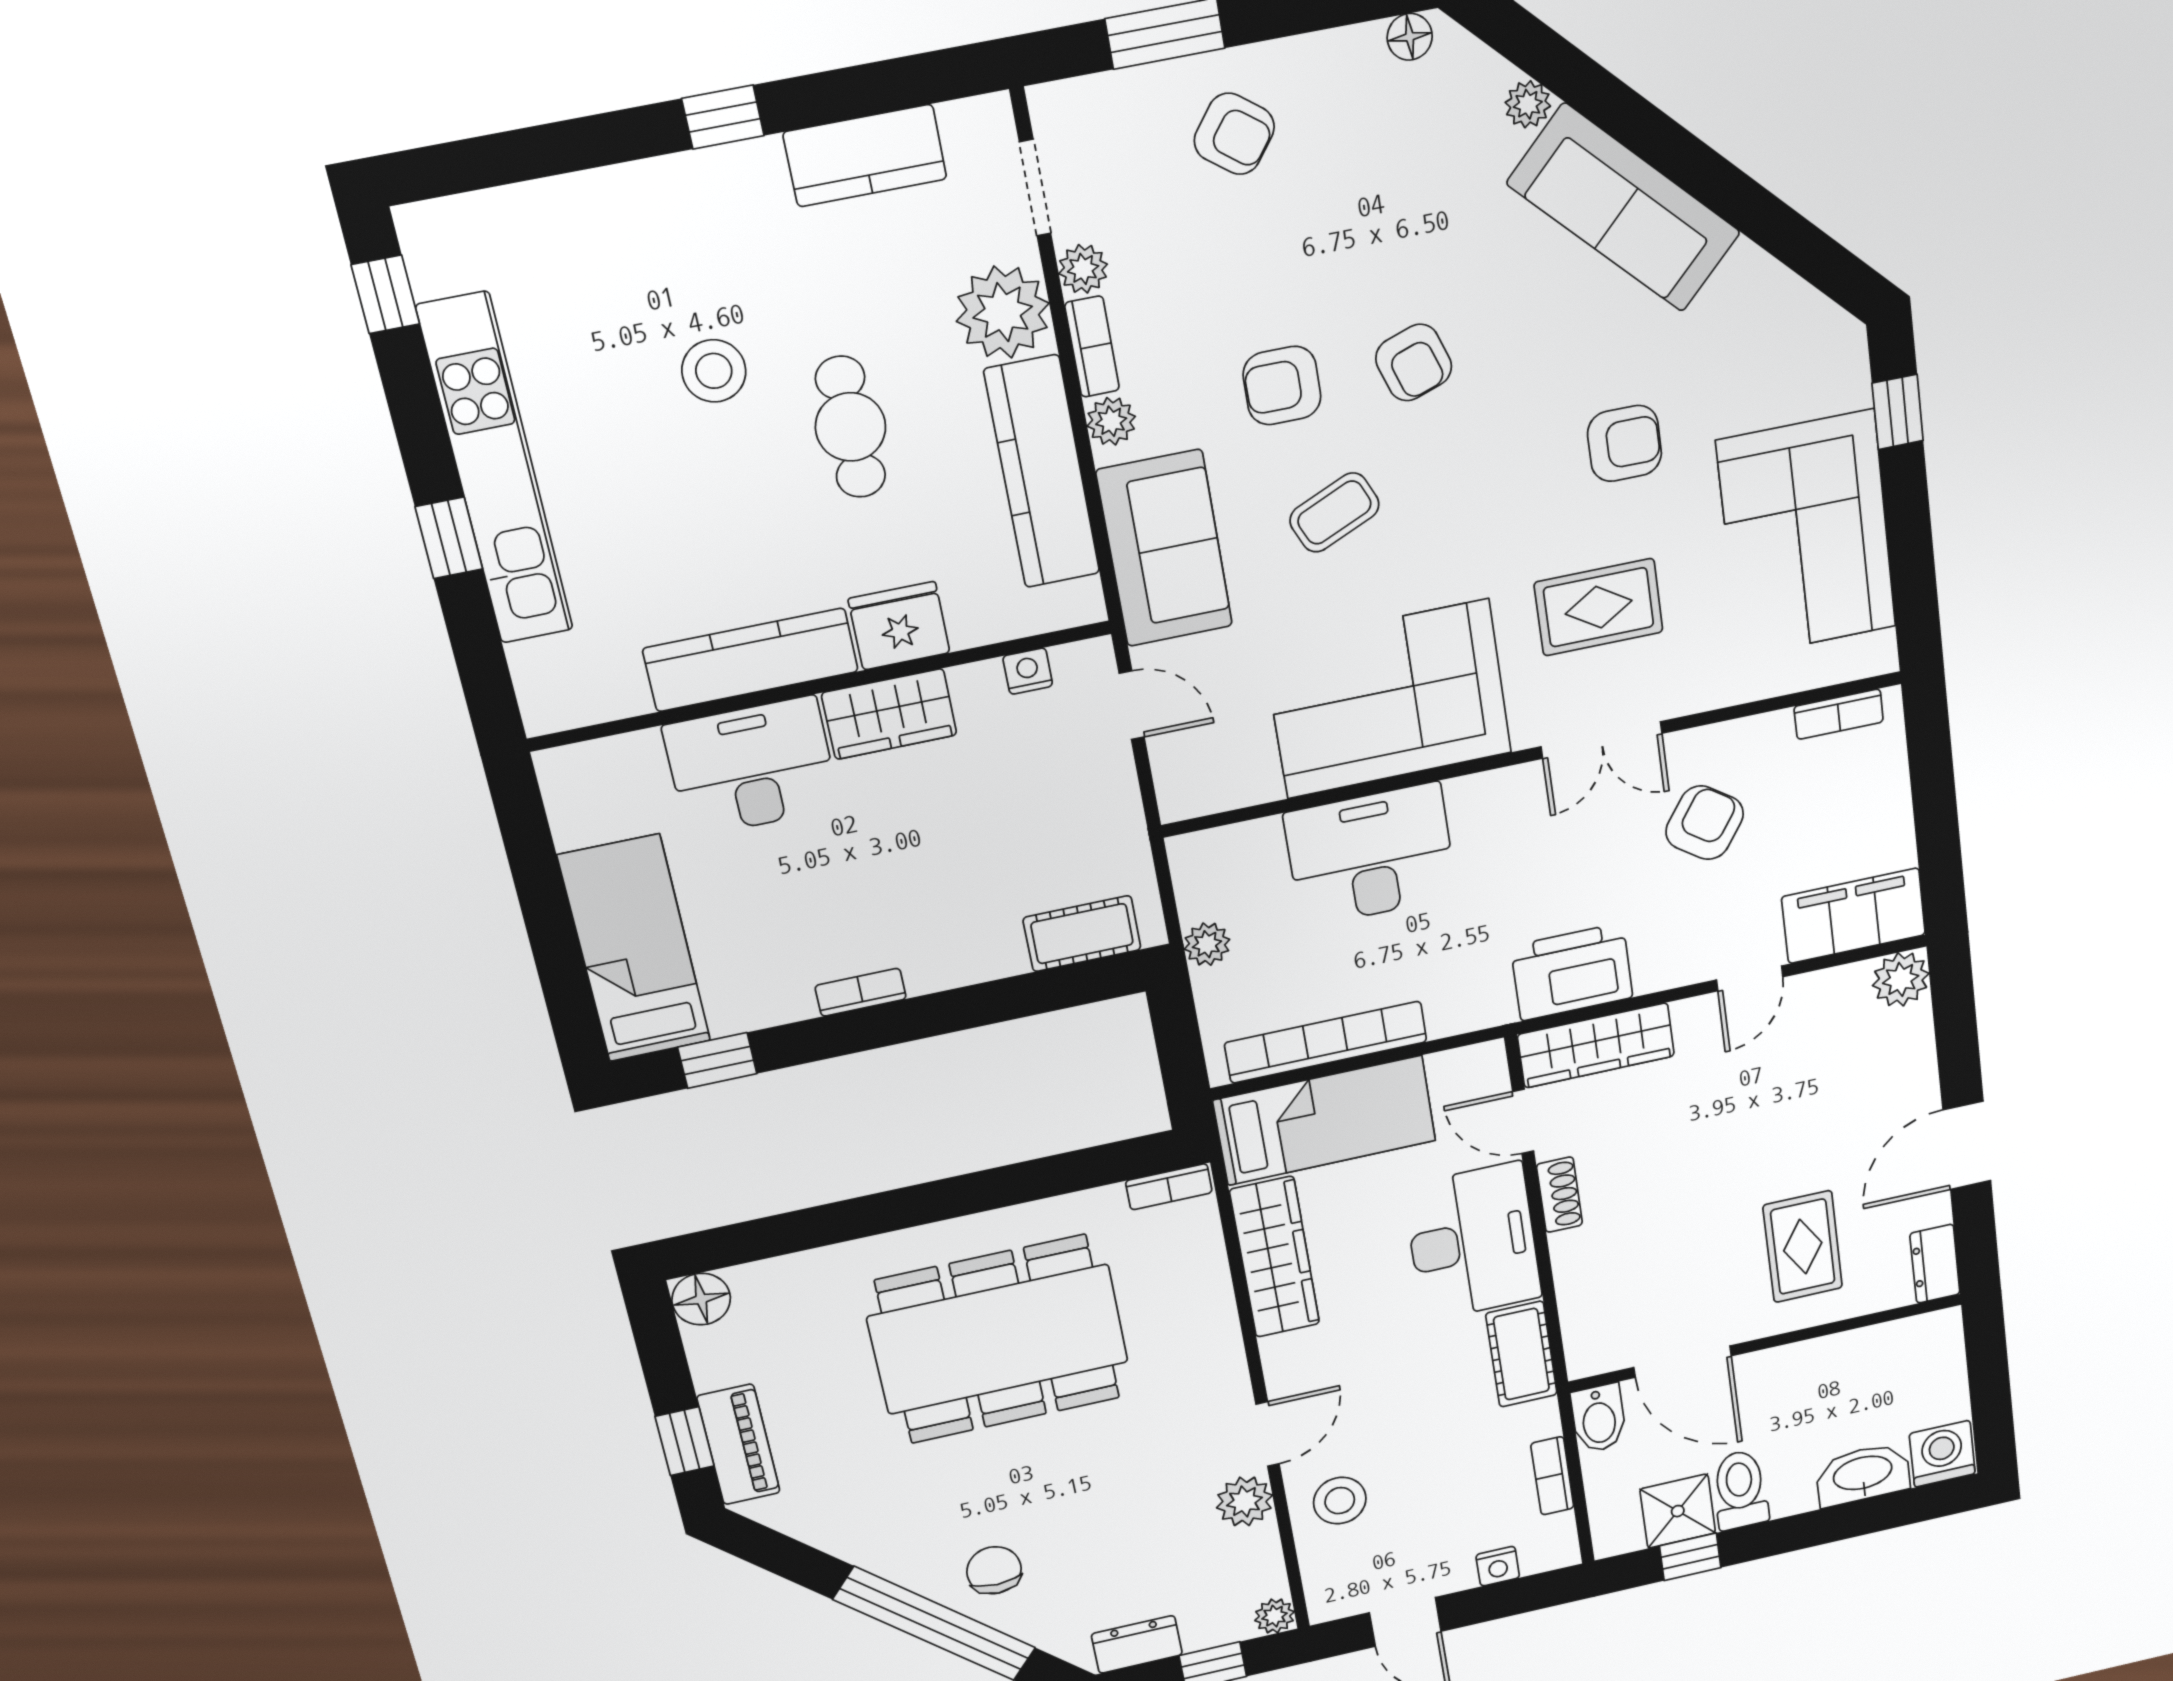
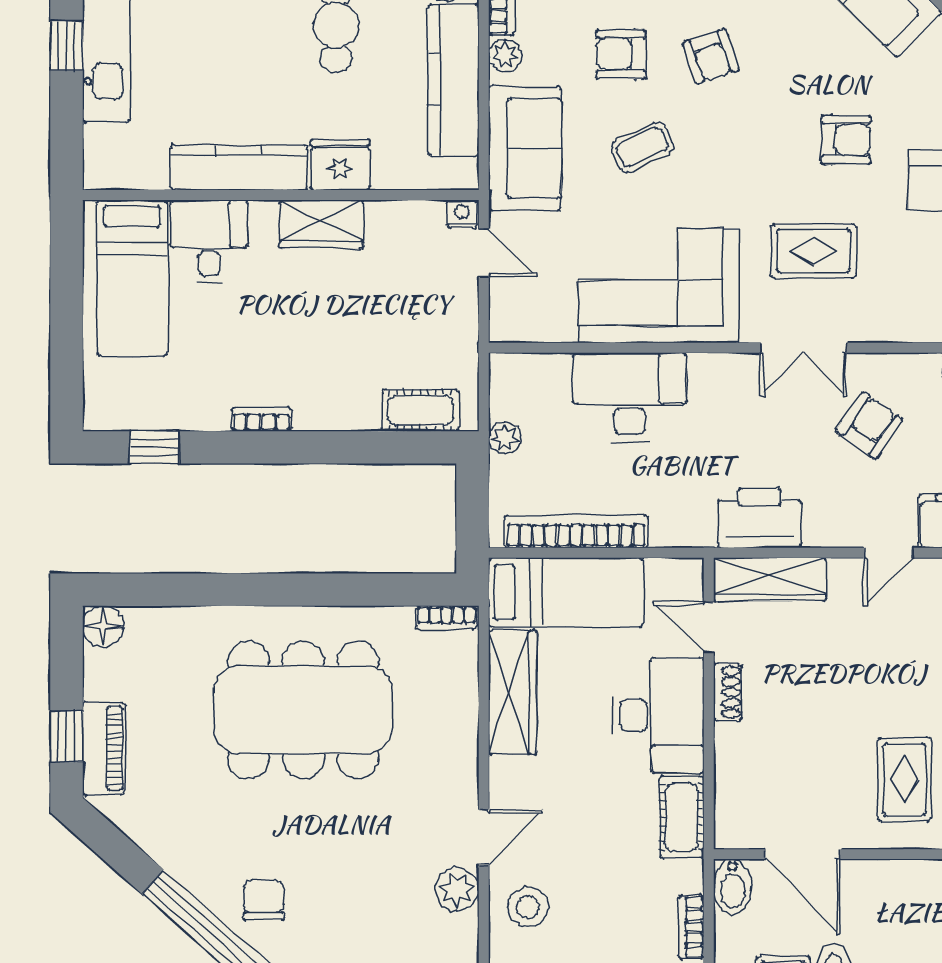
nightstand: (1028, 671) -> (462, 214), moved
desk: (752, 767) -> (209, 241), width x0.73
bed: (634, 949) -> (132, 278), moved, turned 180

